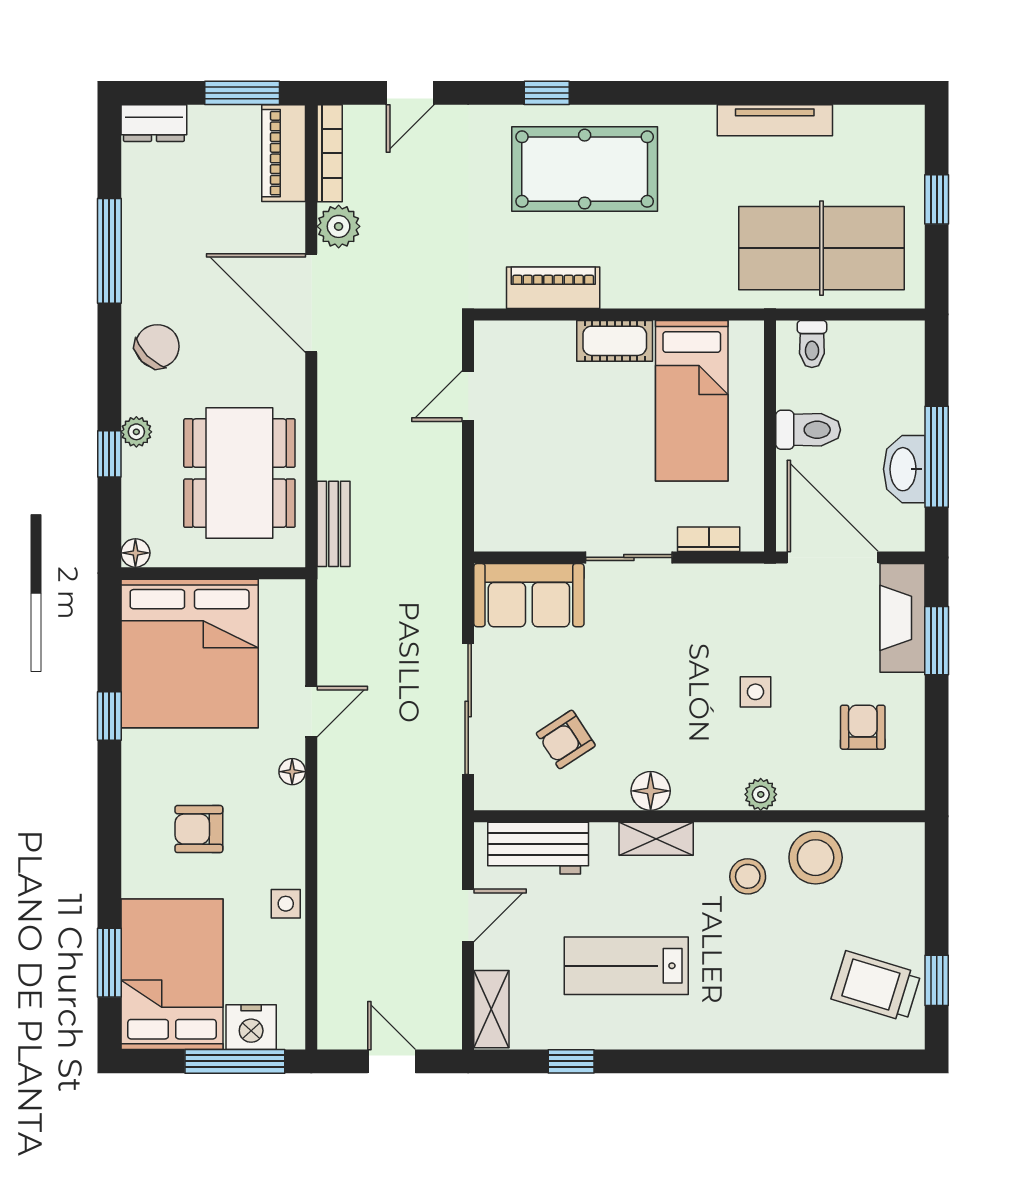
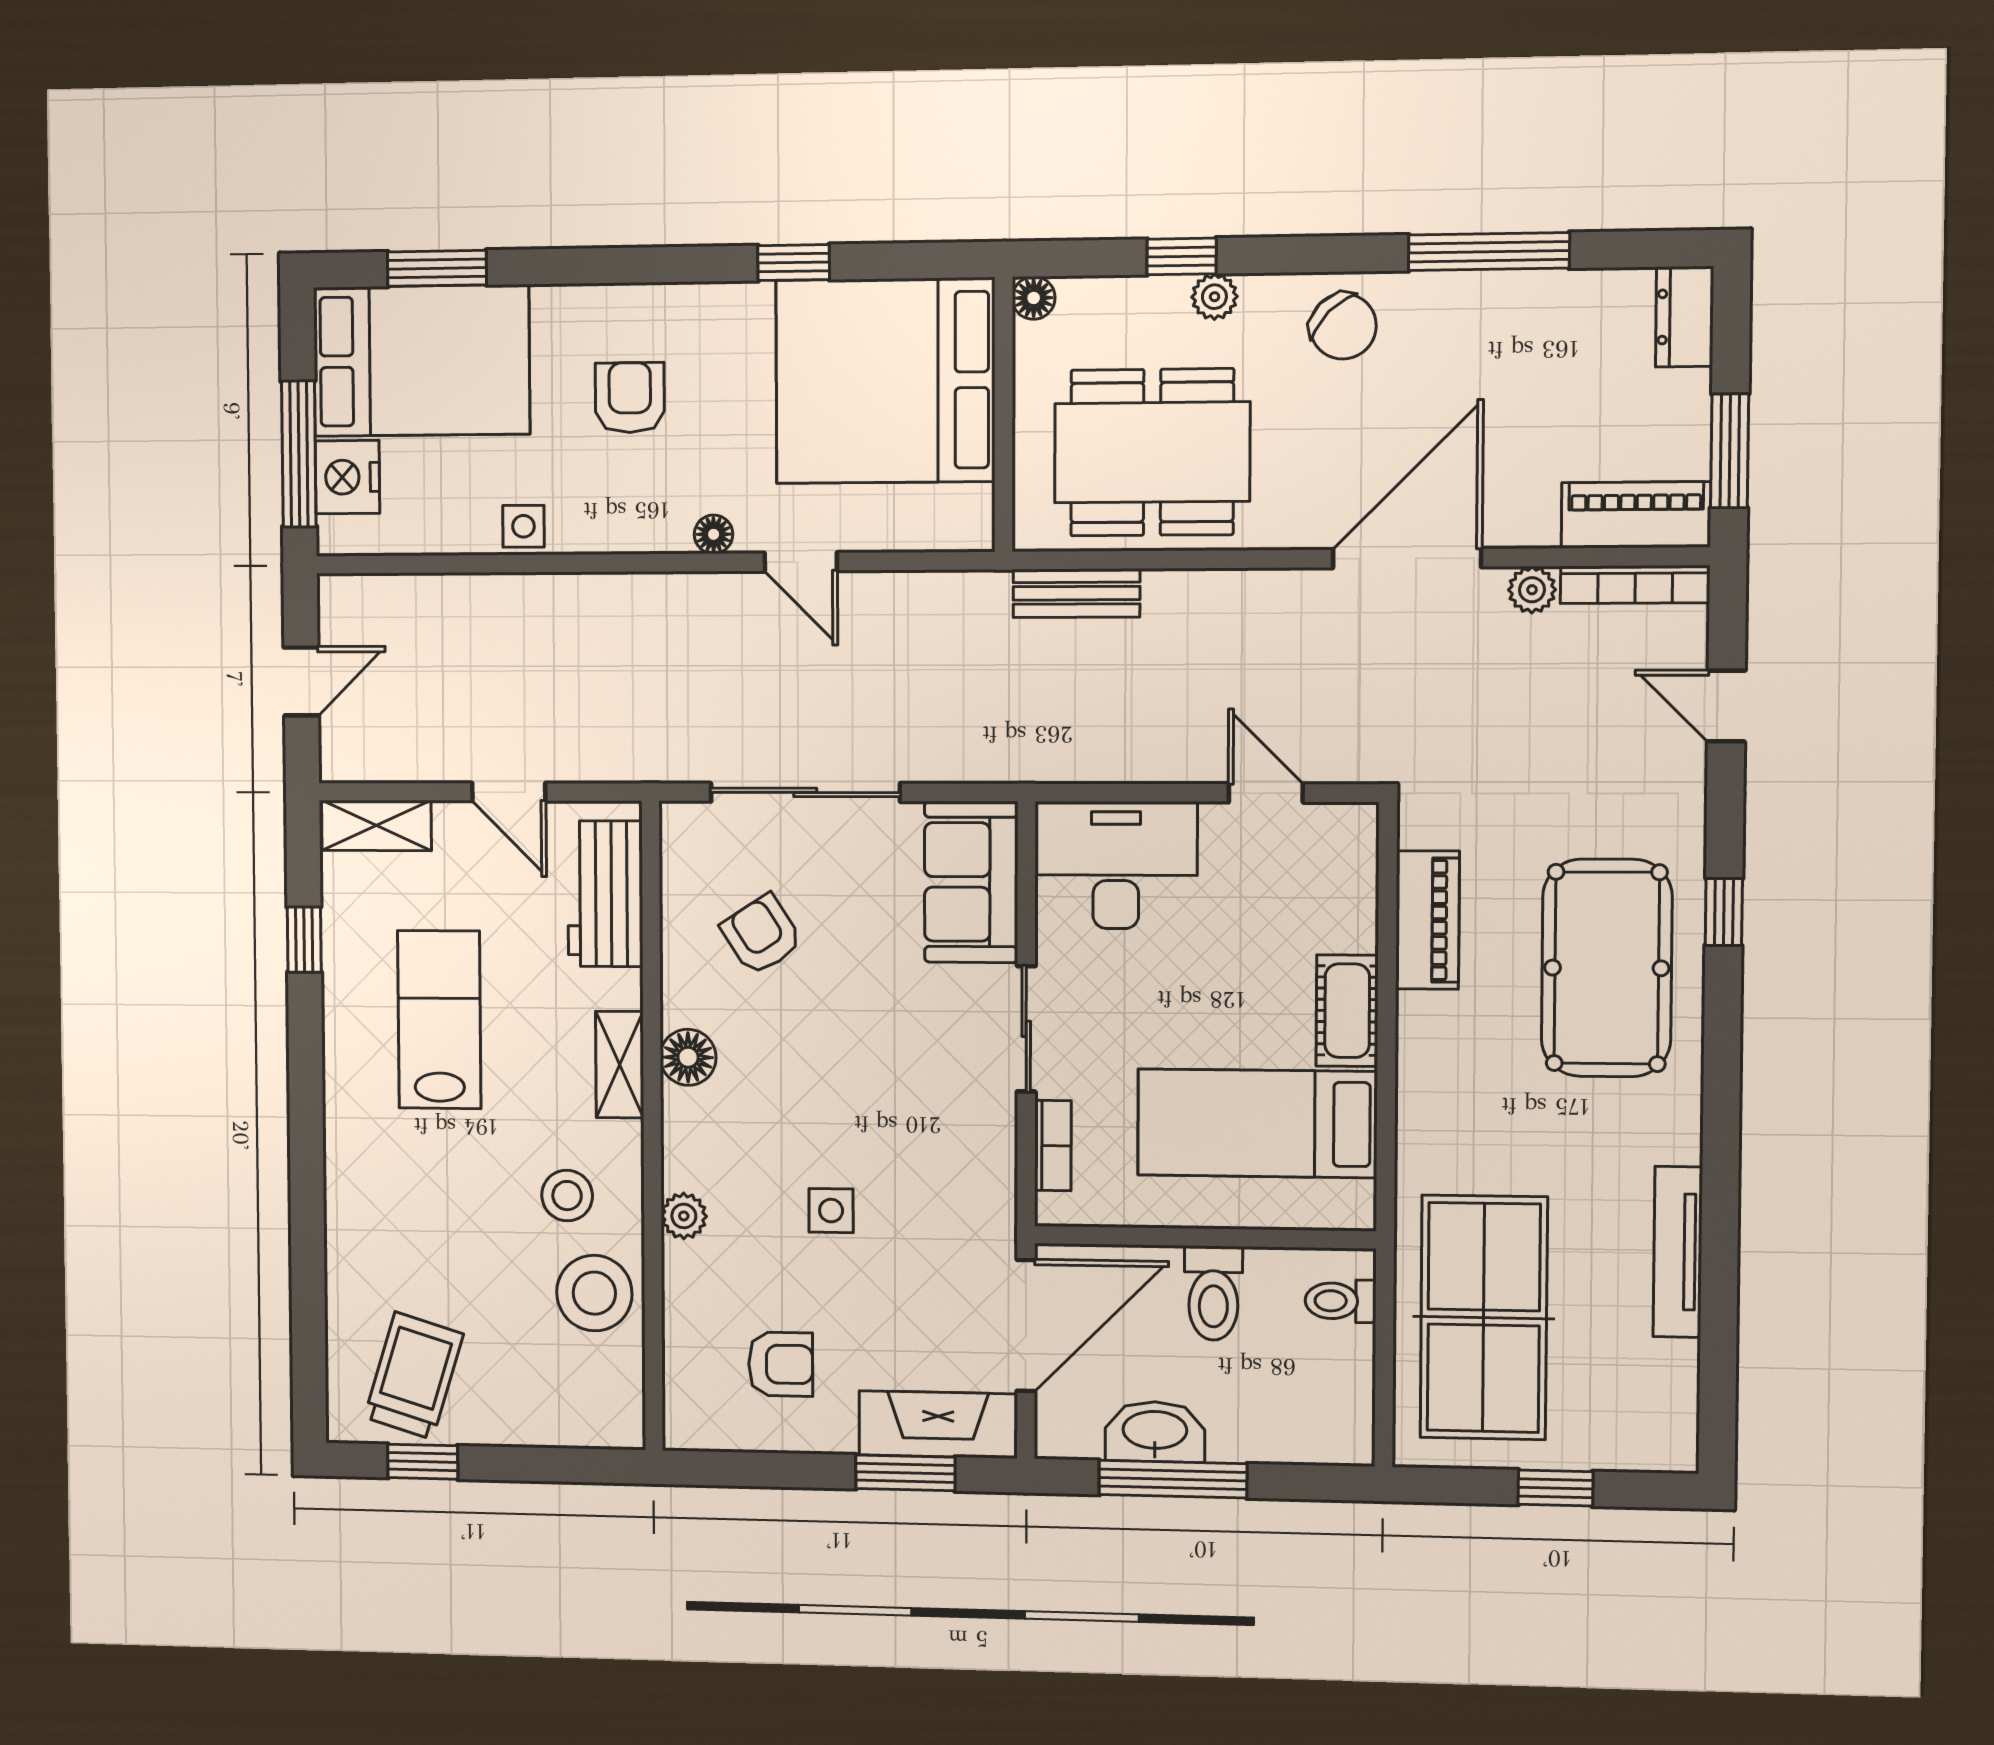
plant: (339, 226) -> (1532, 590), width x0.73, depth x0.73
desk: (517, 497) -> (1116, 865), added

